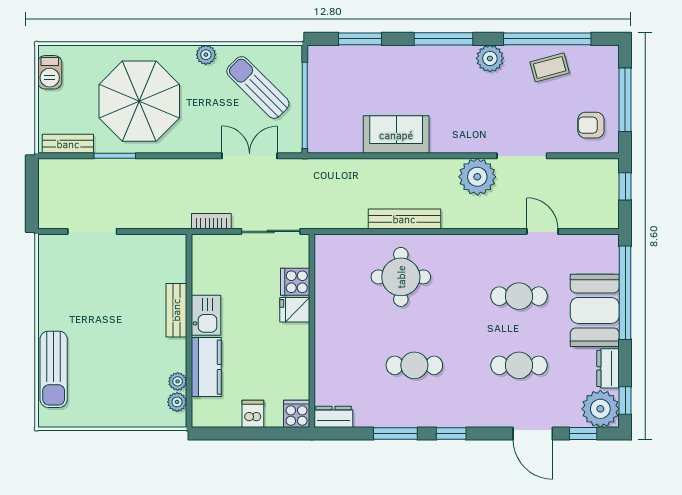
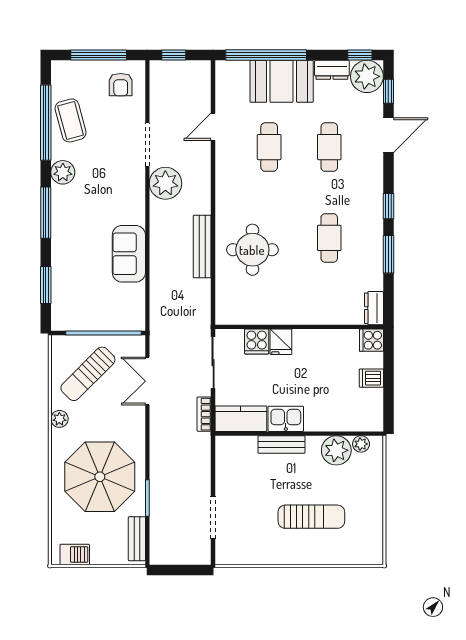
coffee table: (550, 67) -> (71, 120), width x1.36, depth x1.30
kitchen counter: (206, 367) -> (241, 419), moved
sun lounger: (54, 369) -> (311, 517), moved
plant: (178, 381) -> (336, 450), width x1.88, depth x1.88

